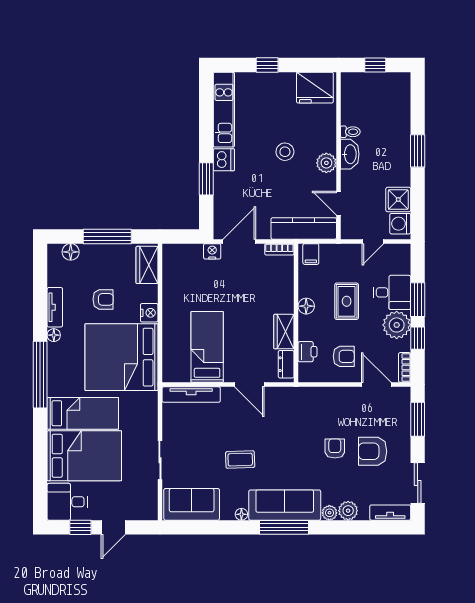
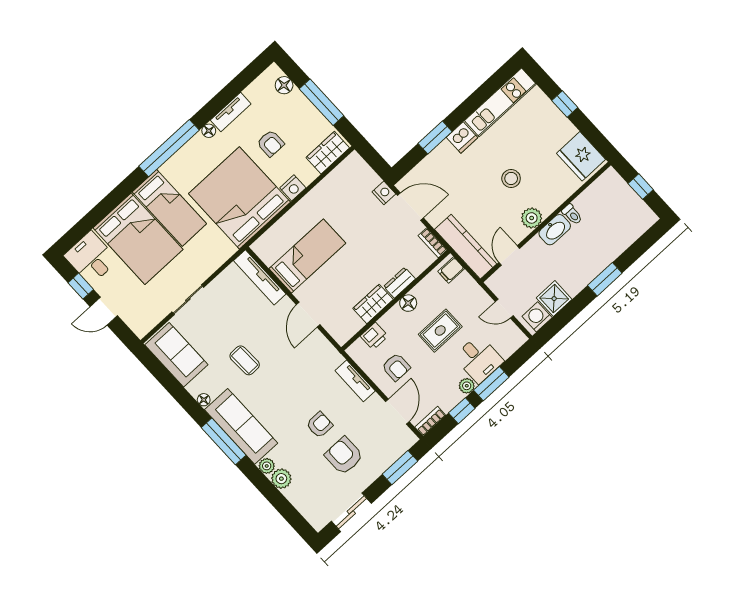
plant: (397, 325) -> (467, 386), width x0.53, depth x0.53
dresser: (286, 364) -> (399, 283), moved
tv unit: (390, 513) -> (355, 381), moved, turned 180

